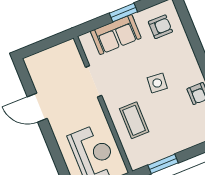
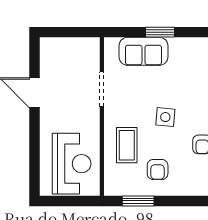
armchair: (160, 27) -> (158, 169), moved, turned 90

